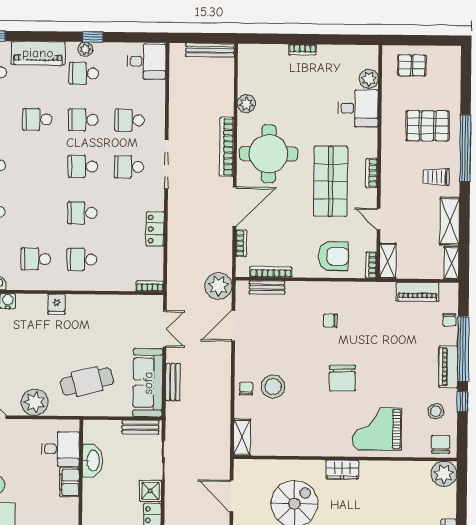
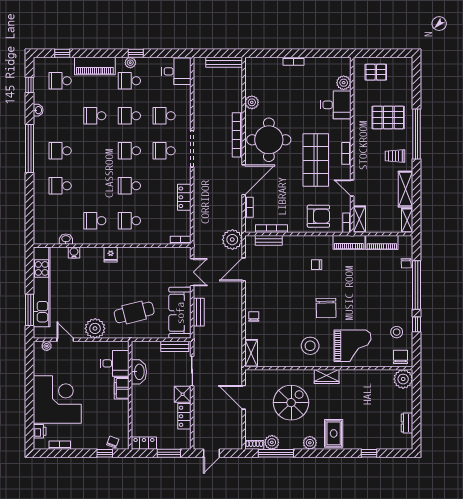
piano: (448, 367) -> (349, 242), moved, turned -90
stool: (273, 387) -> (310, 346), moved
grand piano: (377, 429) -> (353, 346), turned 180

